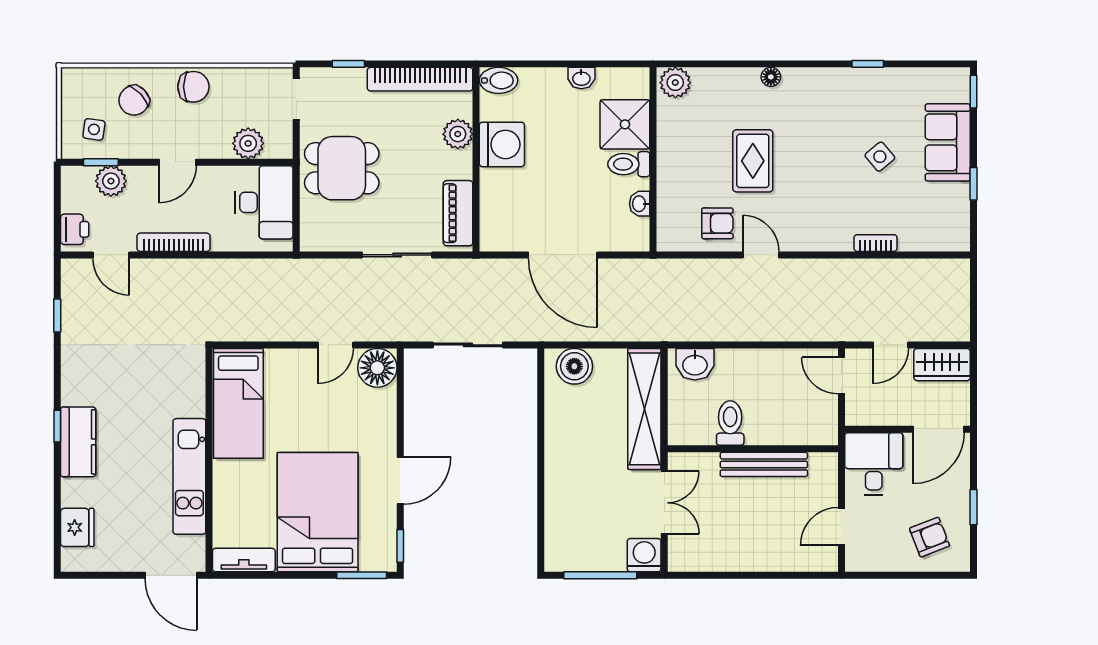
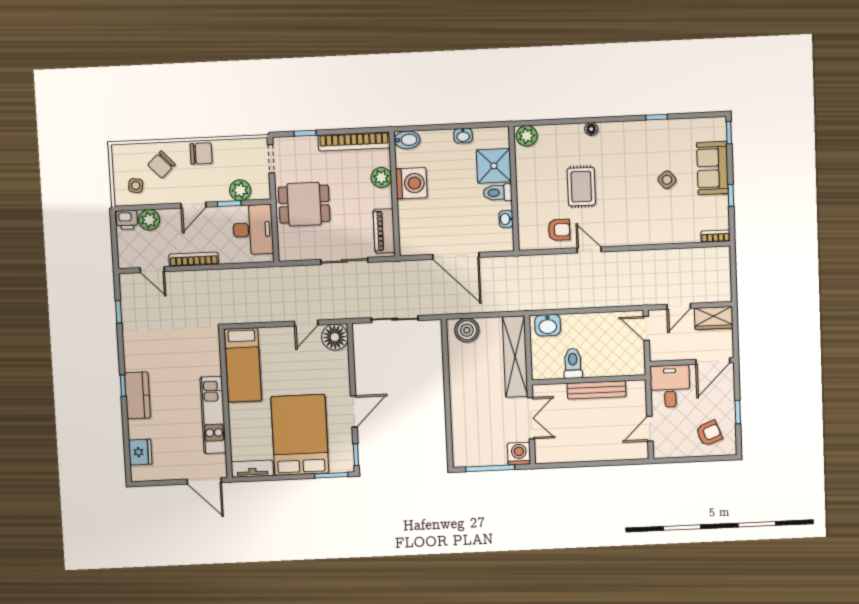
window: (101, 162) -> (229, 204), moved
printer: (75, 229) -> (127, 220), moved, turned 90
bookcase: (876, 243) -> (715, 236), moved

